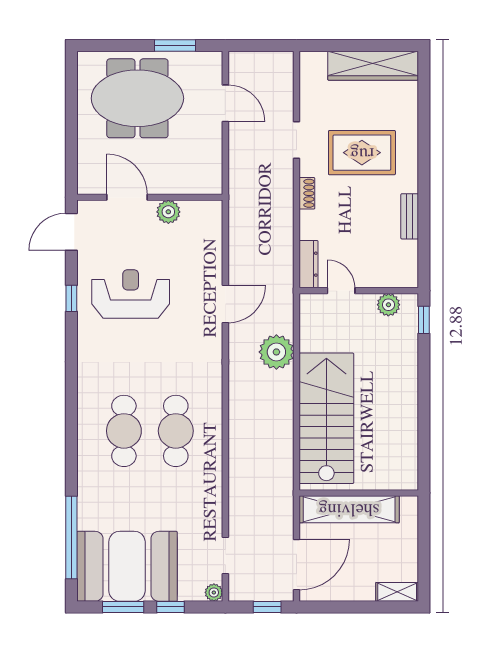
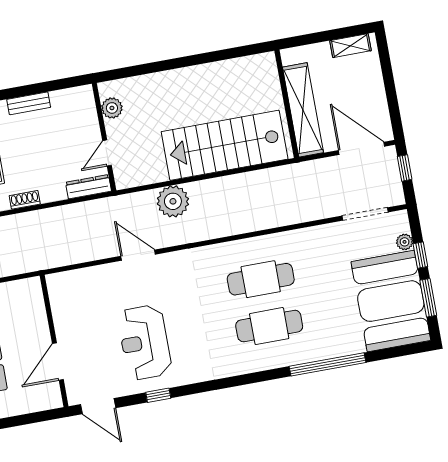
plant: (168, 212) -> (64, 322), removed
window: (424, 320) -> (120, 73), removed
window: (71, 537) -> (327, 364), moved
doorway: (225, 556) -> (365, 214), width x1.38
plant: (214, 592) -> (405, 242), moved
shelving: (397, 592) -> (350, 46), moved, turned 90

